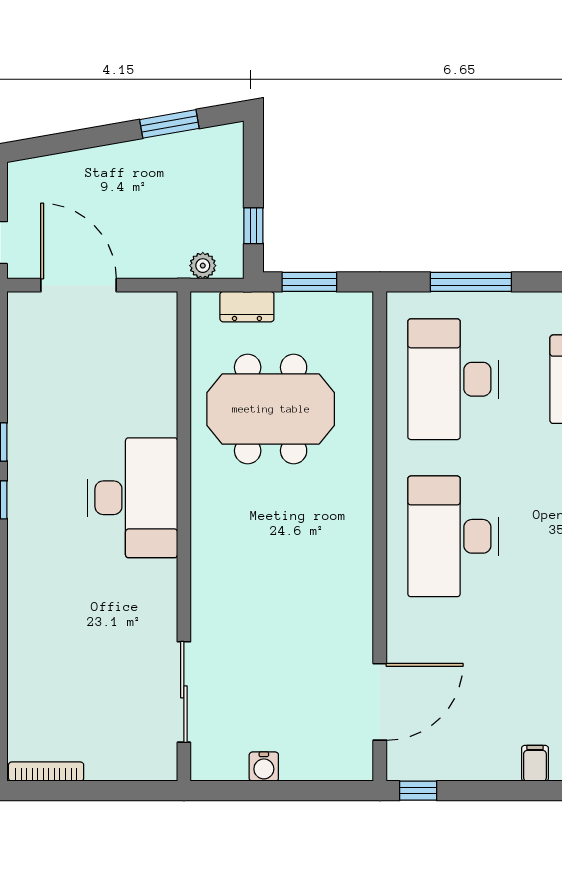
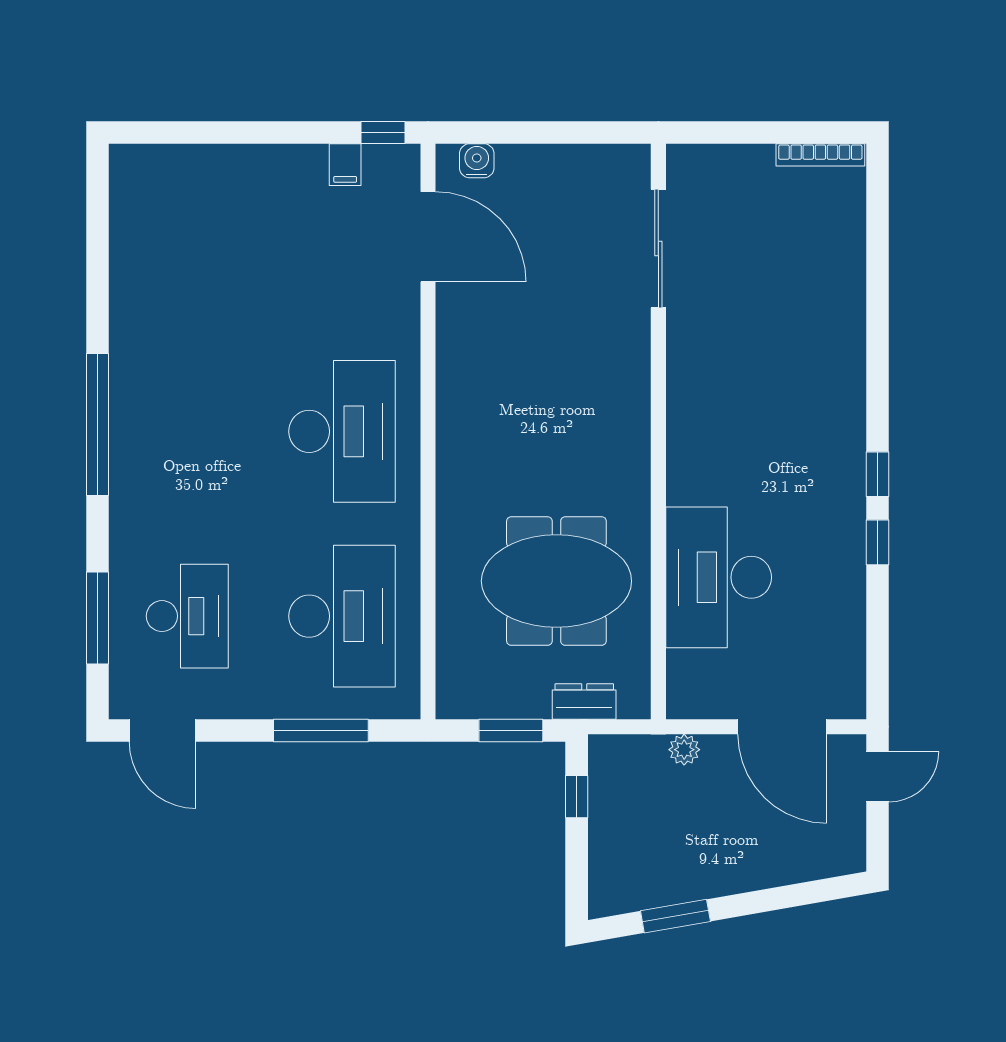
plant: (203, 266) -> (684, 750), moved
desk: (133, 498) -> (719, 577), moved
door: (380, 702) -> (428, 237), swing flipped
filing cabinet: (535, 763) -> (345, 165), moved
water cooler: (264, 767) -> (477, 161), moved

